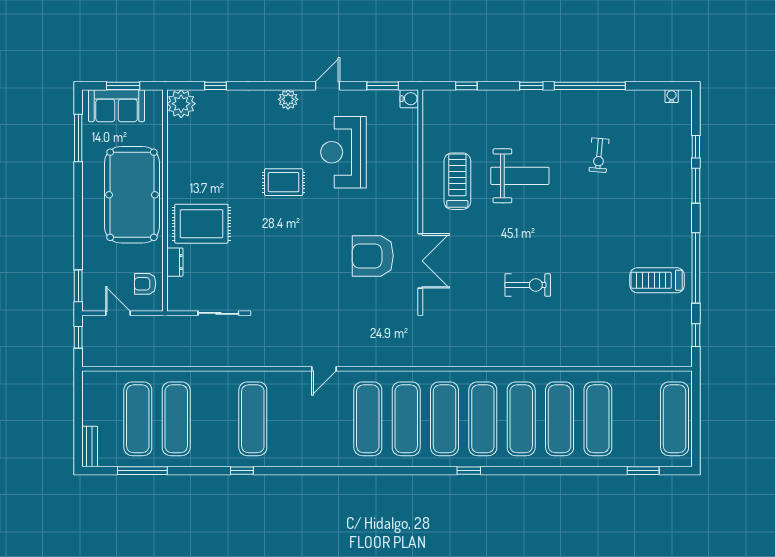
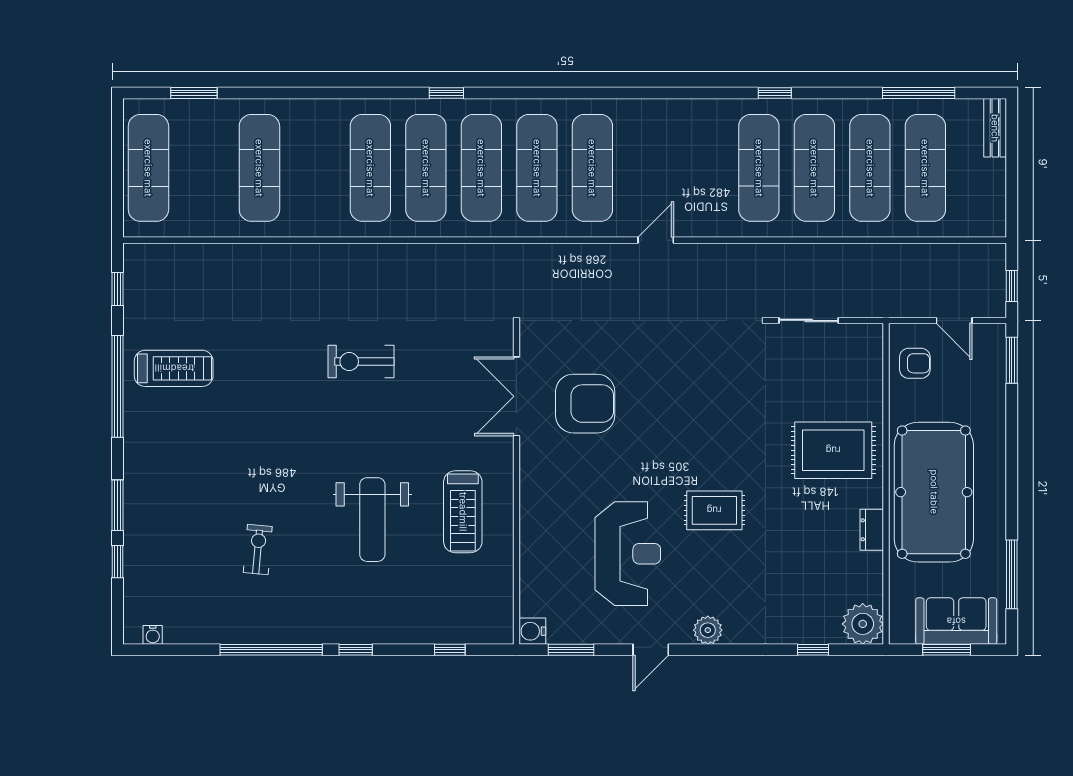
weight bench: (520, 176) -> (372, 520), turned -90
dresser: (175, 262) -> (872, 530), moved
exercise mat: (560, 419) -> (814, 168), moved

